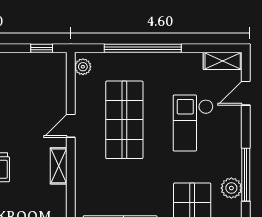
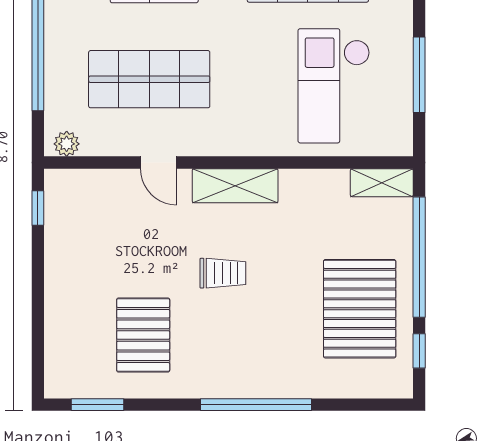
shelving: (59, 166) -> (235, 186), width x1.50, depth x1.33

